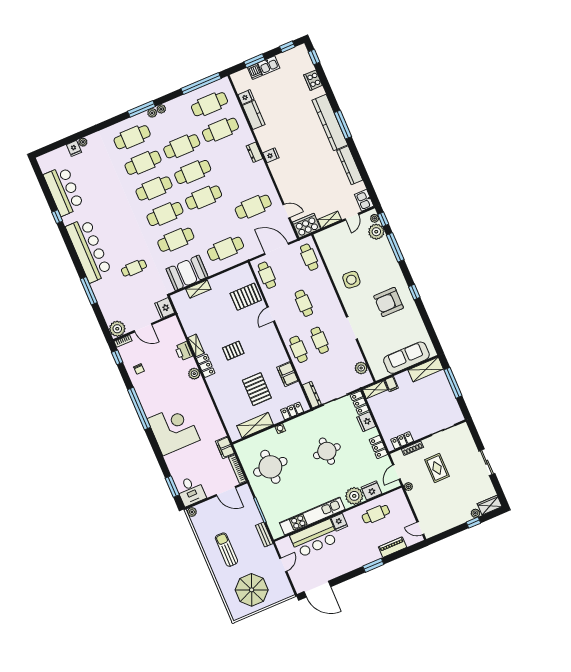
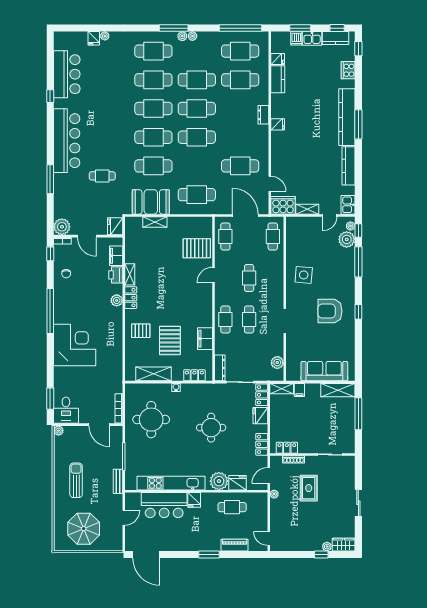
kitchen counter: (290, 56) -> (336, 38), added
pallet: (233, 351) -> (141, 331), moved
filing cabinet: (225, 448) -> (116, 256), moved

